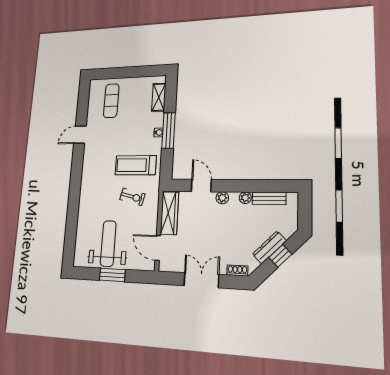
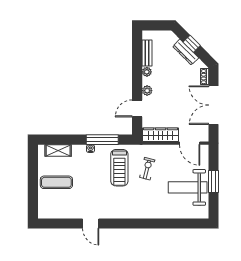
exercise mat: (111, 101) -> (56, 182), moved
window: (169, 130) -> (102, 140), moved
door: (158, 248) -> (190, 143), hinge flipped
double door: (201, 280) -> (213, 105), width x1.37

